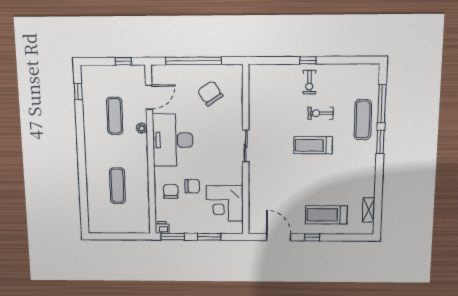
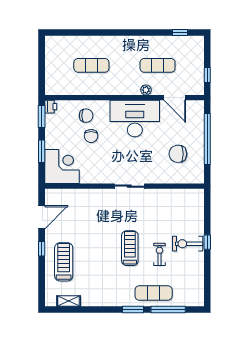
exercise bike: (309, 82) -> (188, 244), width x1.38, depth x1.39
chair: (210, 93) -> (178, 154), turned -146
corner desk: (225, 203) -> (62, 166), moved, turned 90

